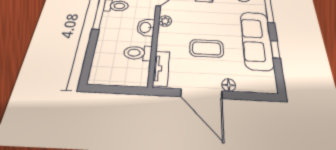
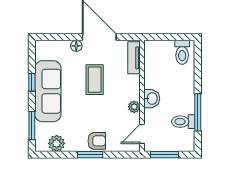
coffee table: (207, 48) -> (95, 80), turned 90
toilet: (138, 53) -> (182, 52), moved, turned 90

